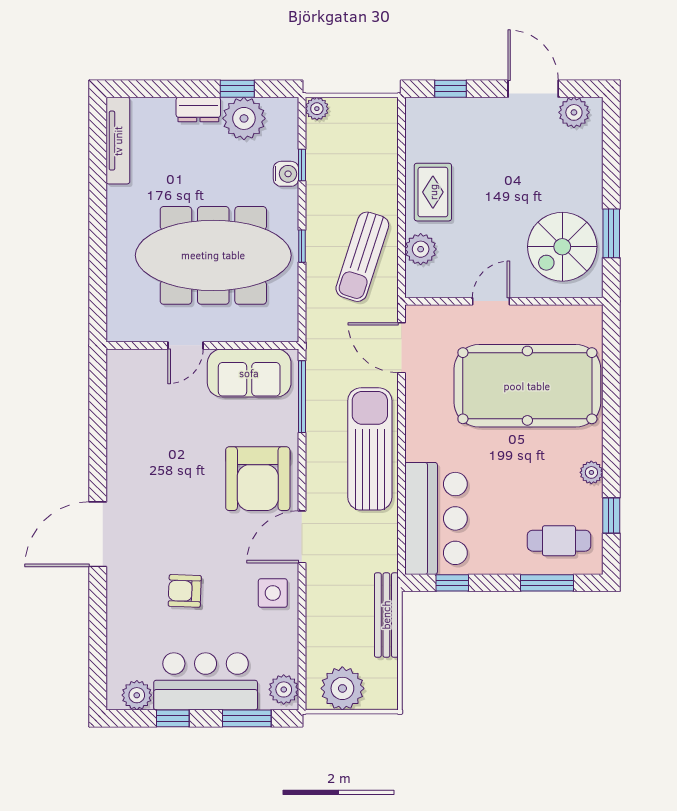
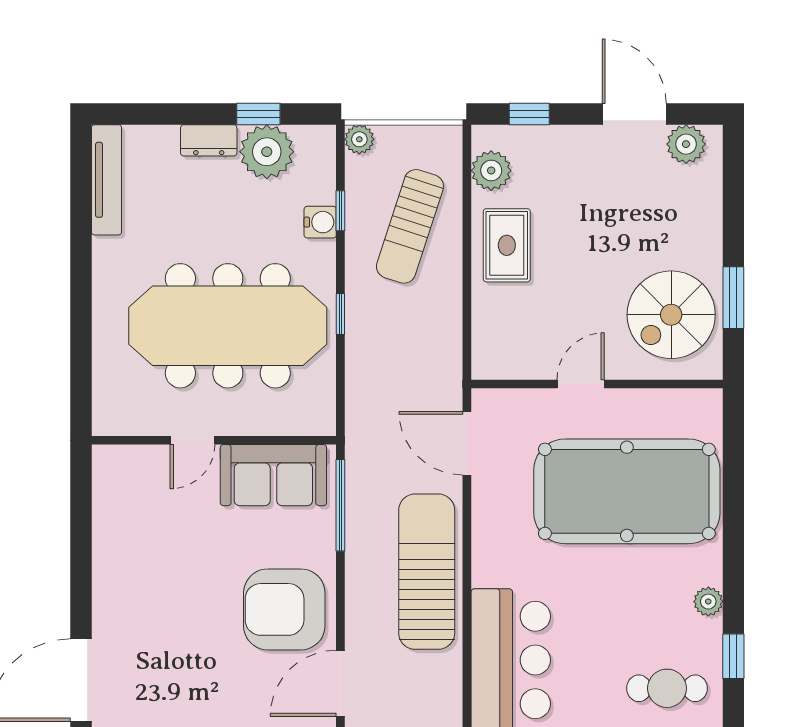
plant: (421, 249) -> (491, 171), moved
sun lounger: (362, 257) -> (410, 226), moved
armchair: (258, 479) -> (284, 609), turned 90

